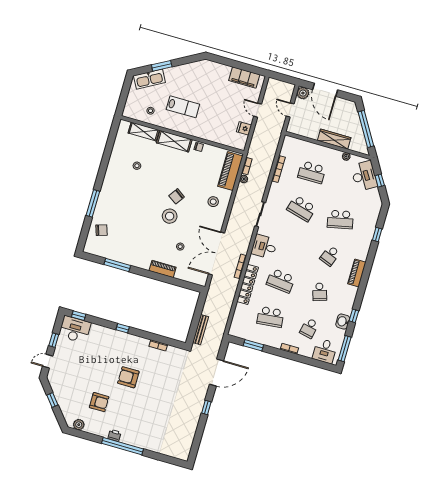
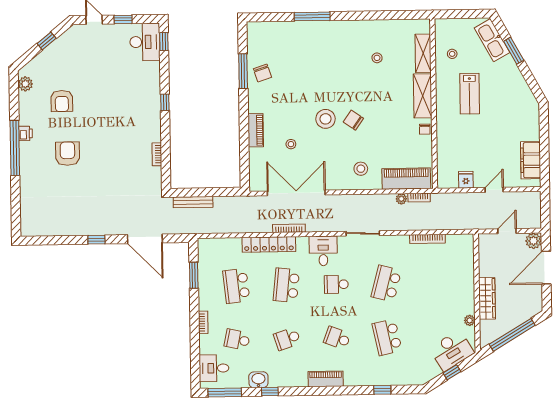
school desk: (312, 172) -> (336, 284), moved, width x0.54
chair: (102, 230) -> (262, 73), moved
armchair: (128, 377) -> (67, 154), moved

